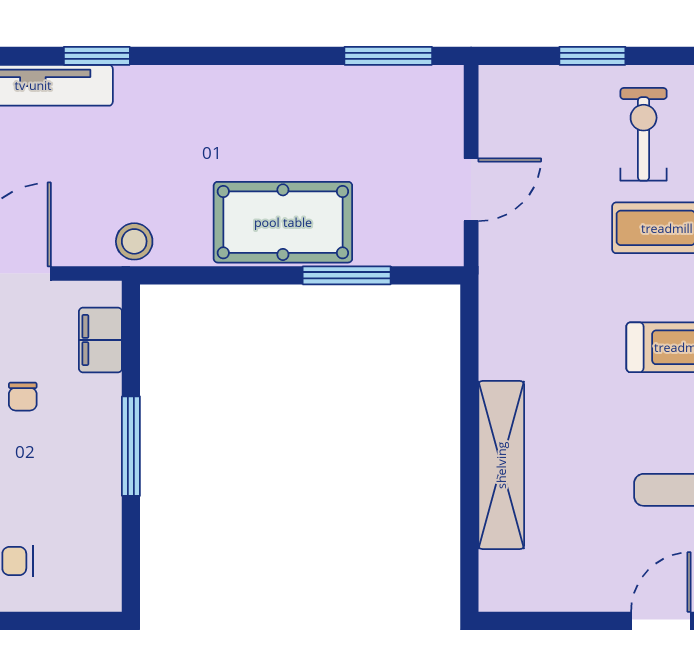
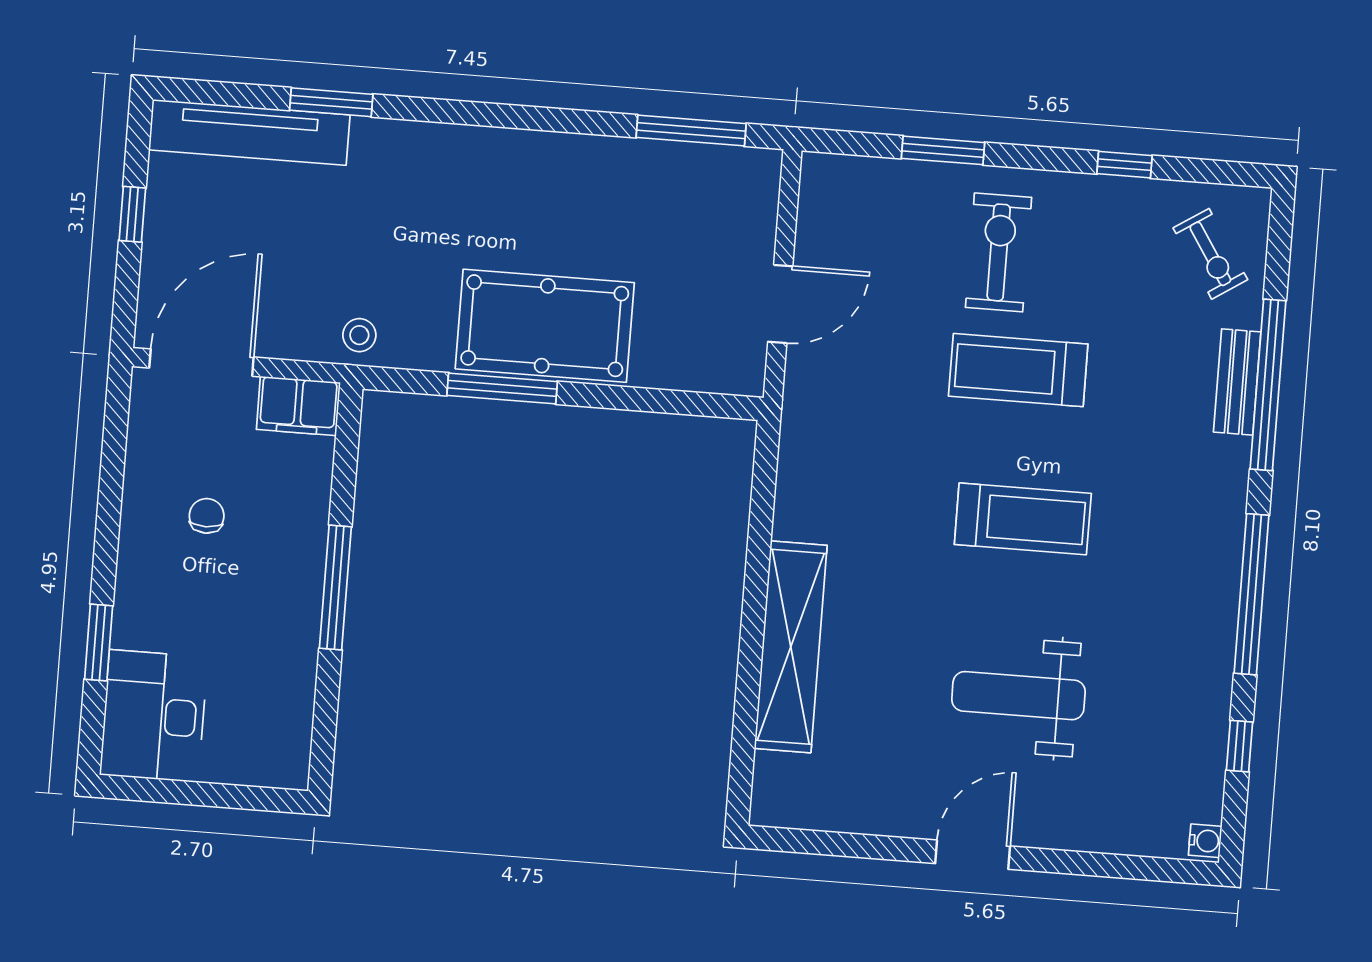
stool: (134, 241) -> (359, 335), width x0.73, depth x0.73
window: (347, 275) -> (502, 388), moved
filing cabinet: (100, 340) -> (298, 406), moved, turned -90
chair: (23, 397) -> (207, 516), turned 180

